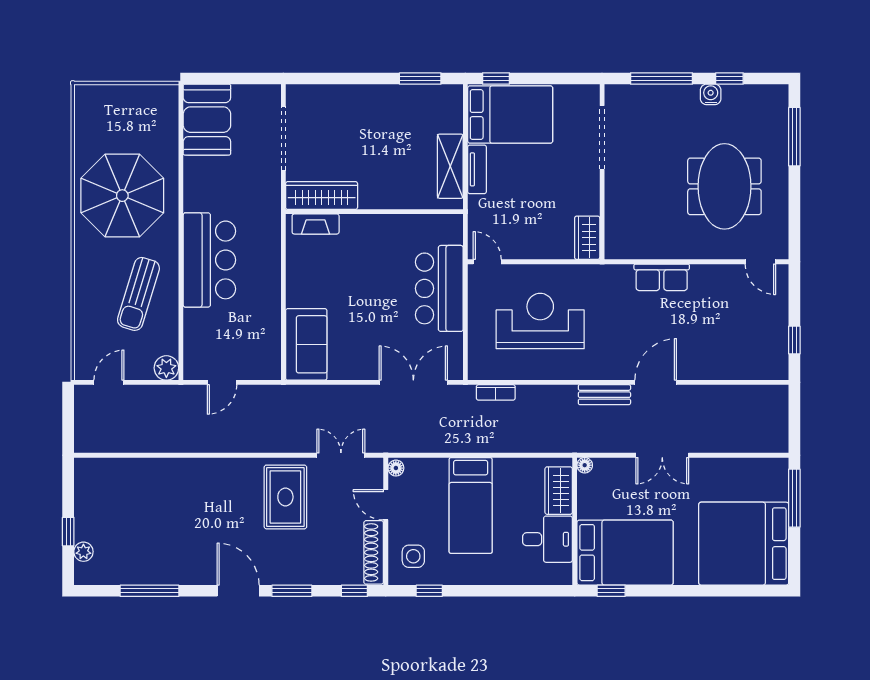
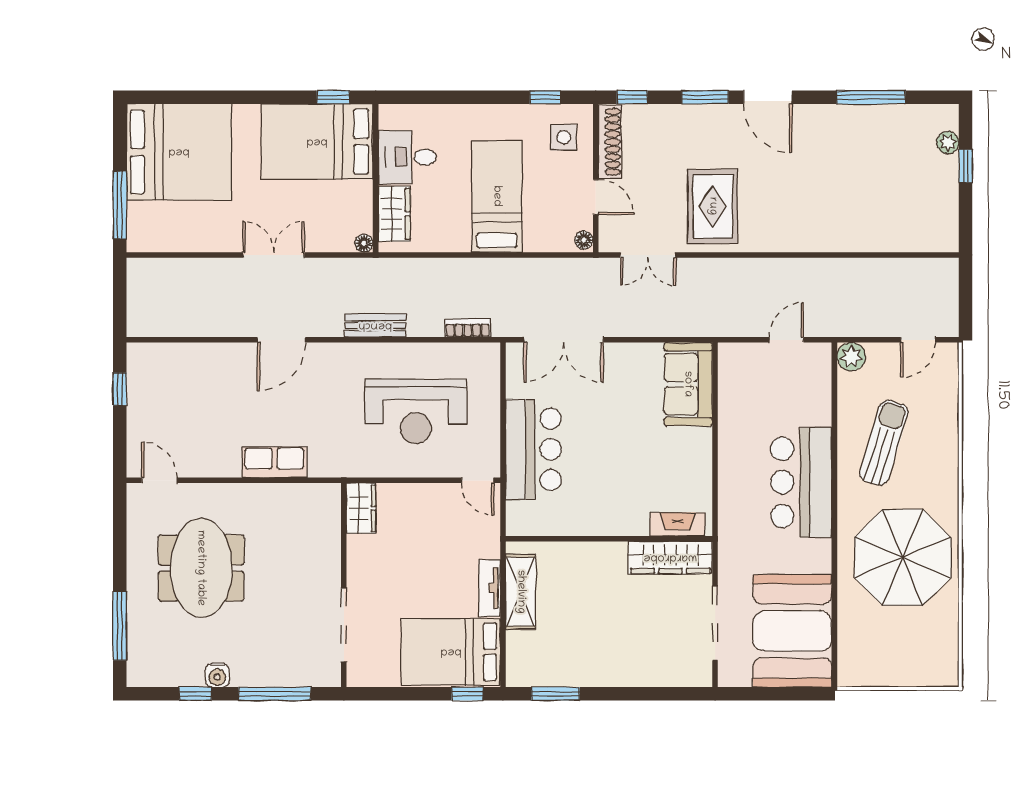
booth: (207, 120) -> (792, 631), width x1.36, depth x1.42
bench: (604, 395) -> (375, 326), moved

